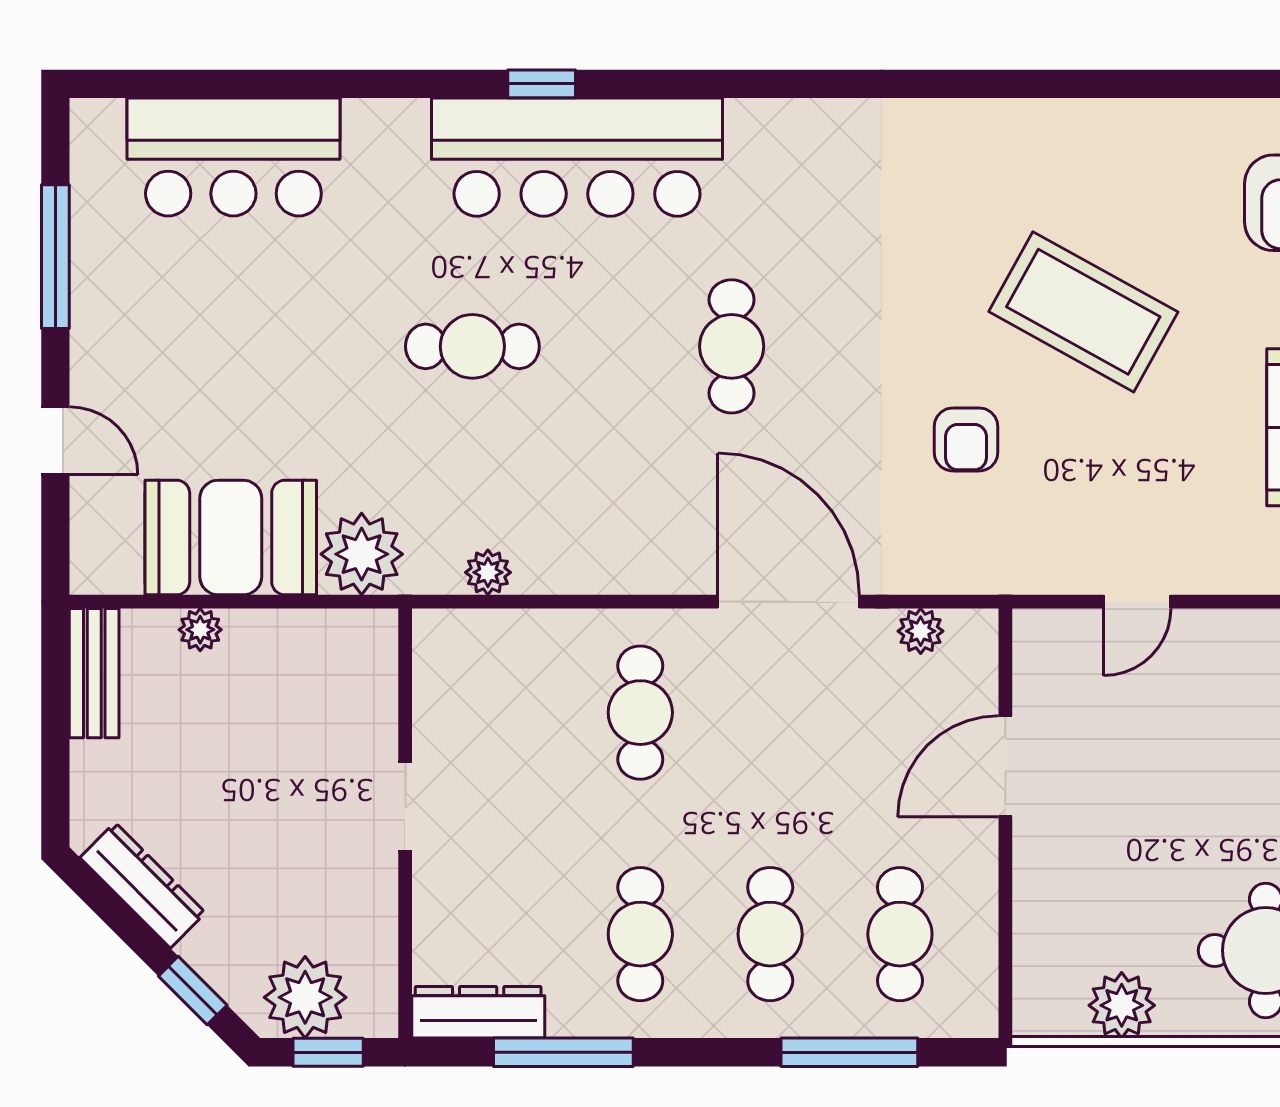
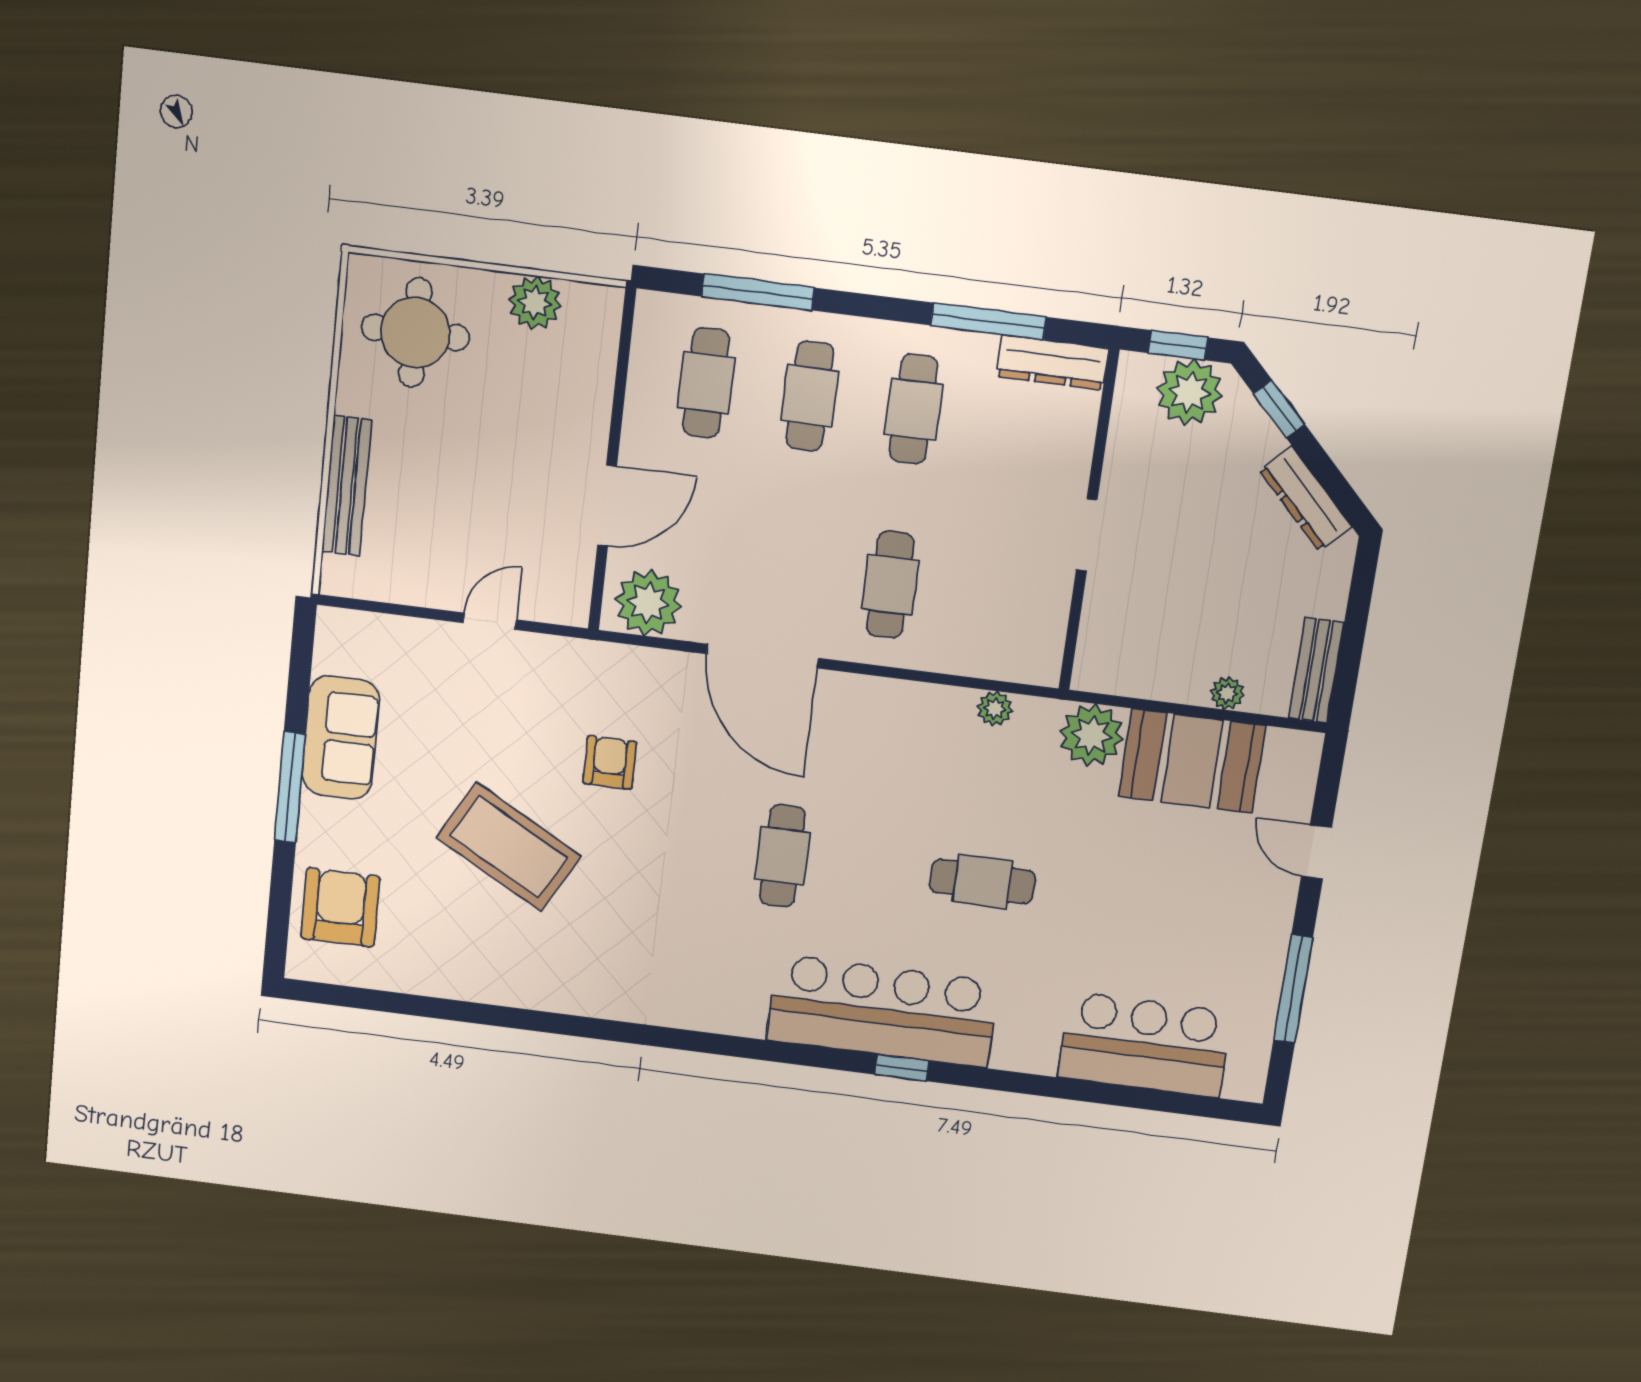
plant: (921, 631) -> (648, 603), width x1.88, depth x1.88

